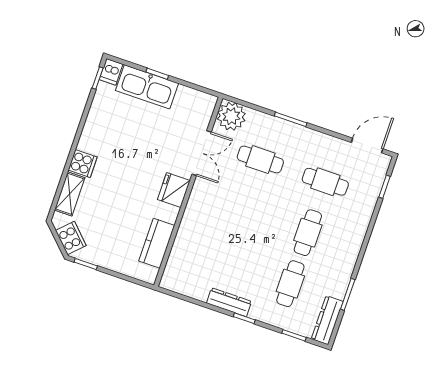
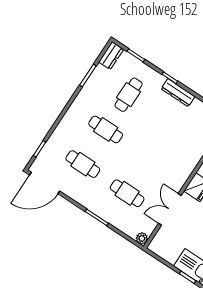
plant: (231, 116) -> (142, 238), width x0.53, depth x0.53
door: (367, 146) -> (45, 183), width x1.36
cafe table: (308, 233) -> (106, 129), turned 90
dresser: (327, 320) -> (111, 56), width x0.70

